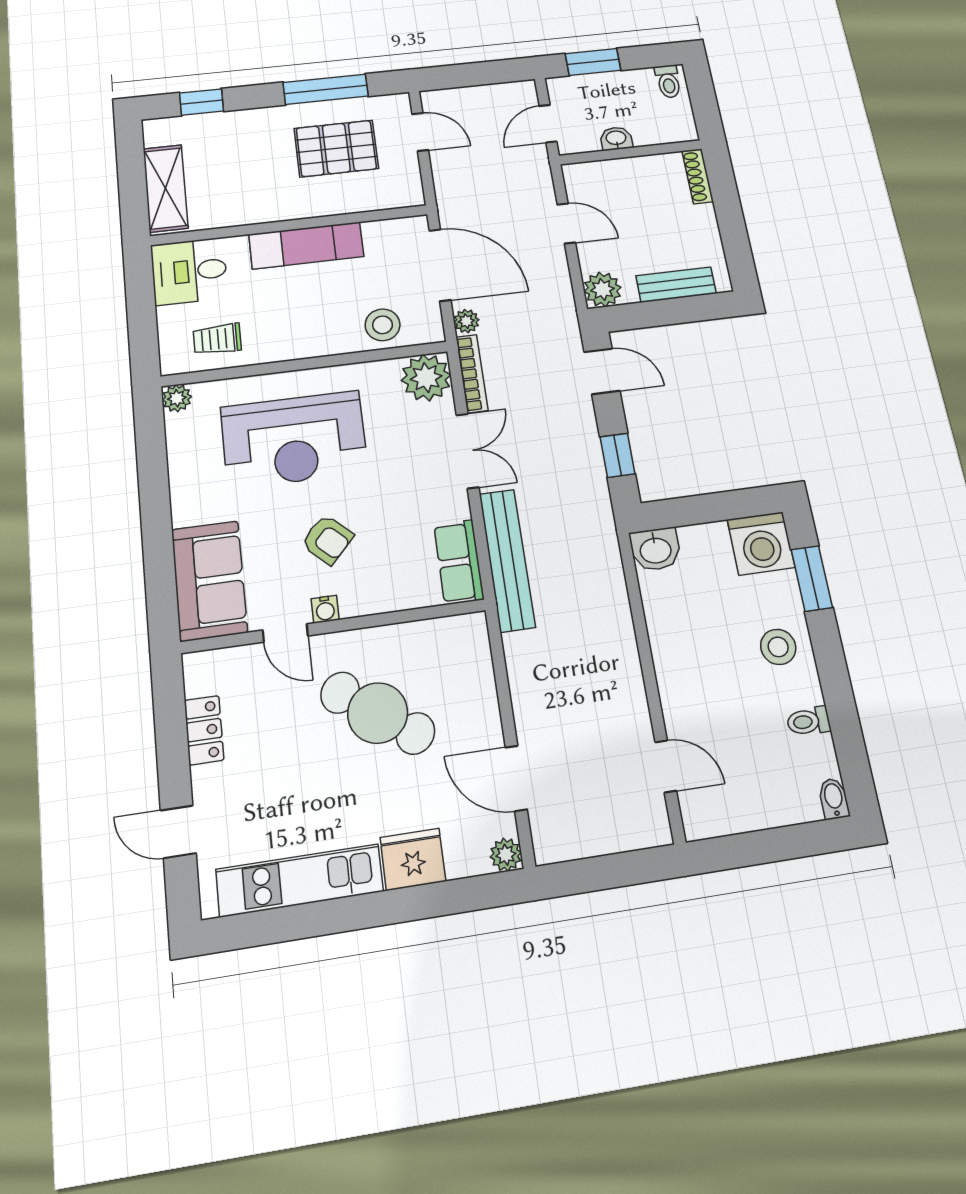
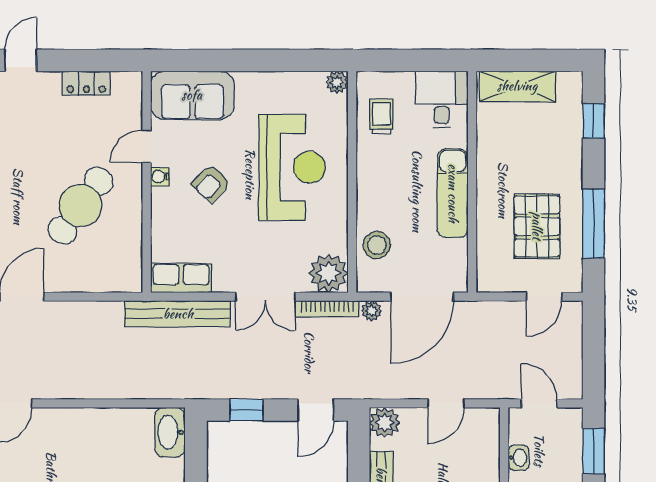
reception desk: (294, 440) -> (292, 167), turned 180
washbasin: (655, 549) -> (170, 432), width x1.38

